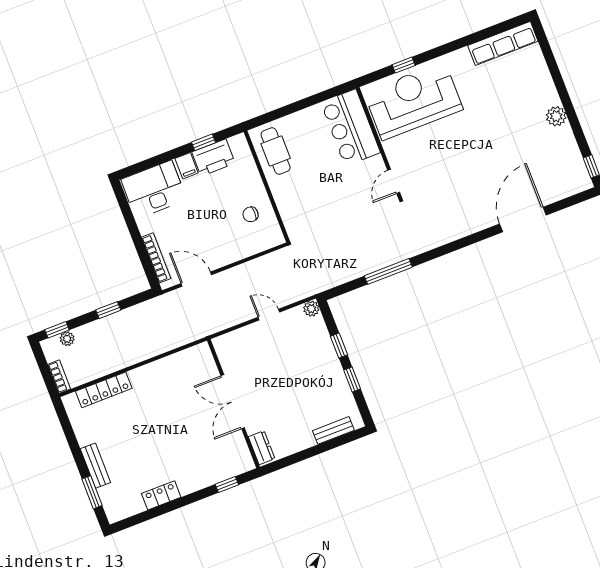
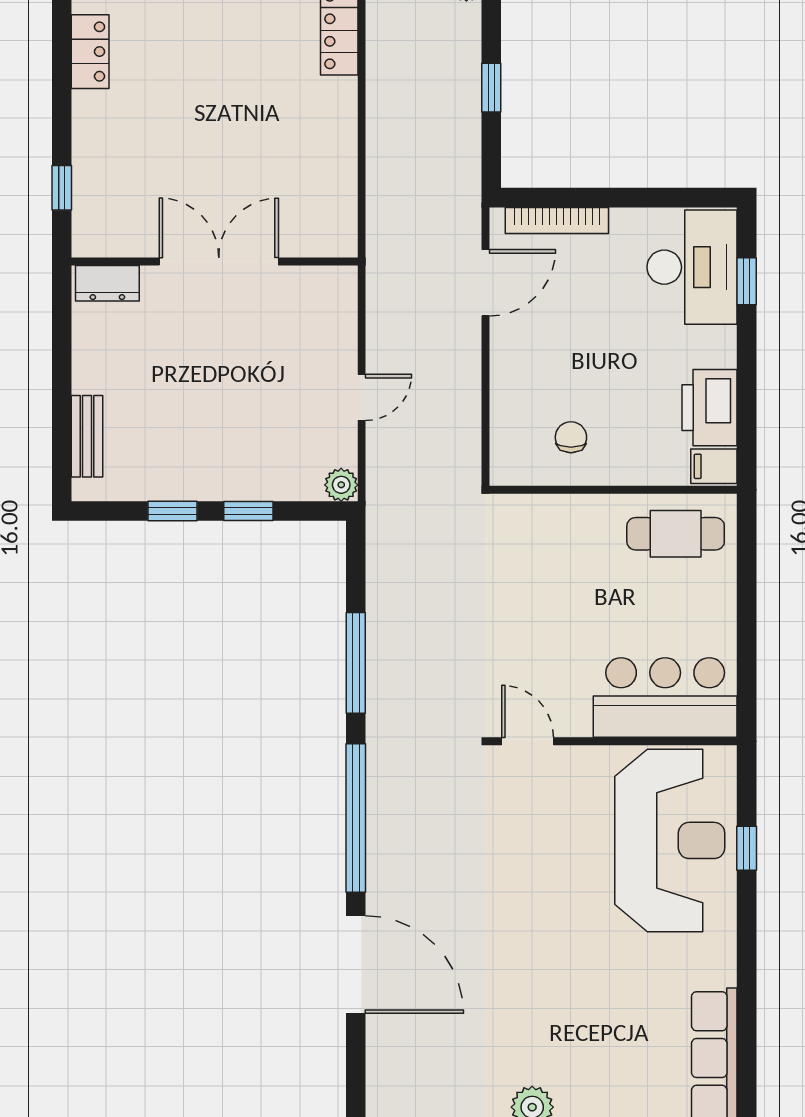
window: (204, 142) -> (747, 281), moved
filing cabinet: (187, 166) -> (714, 466), moved
window: (457, 245) -> (356, 818), added

